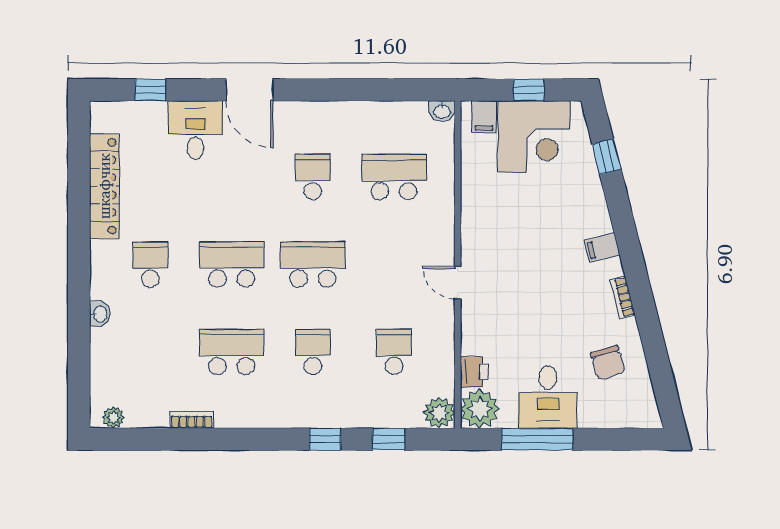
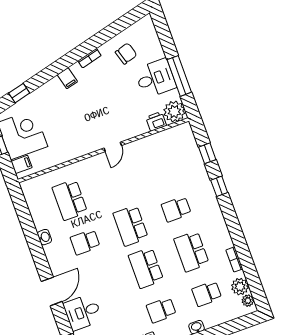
washbasin: (442, 111) -> (44, 237), moved
school desk: (394, 352) -> (207, 294), moved
plant: (439, 413) -> (240, 287), moved

